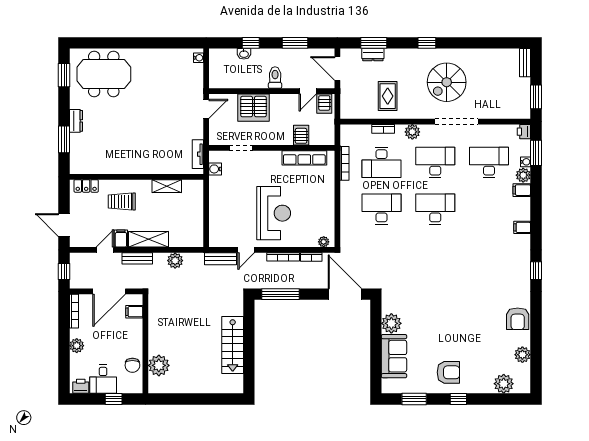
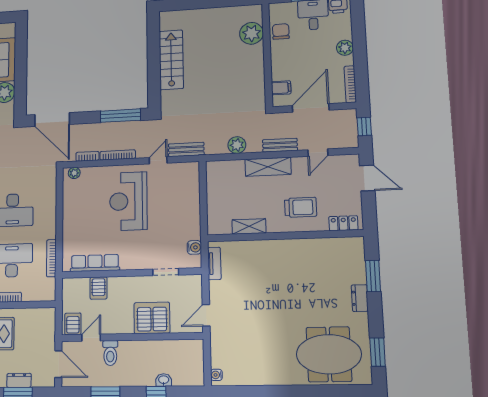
toilet: (275, 78) -> (110, 353), moved
filing cabinet: (121, 239) -> (300, 166), removed

